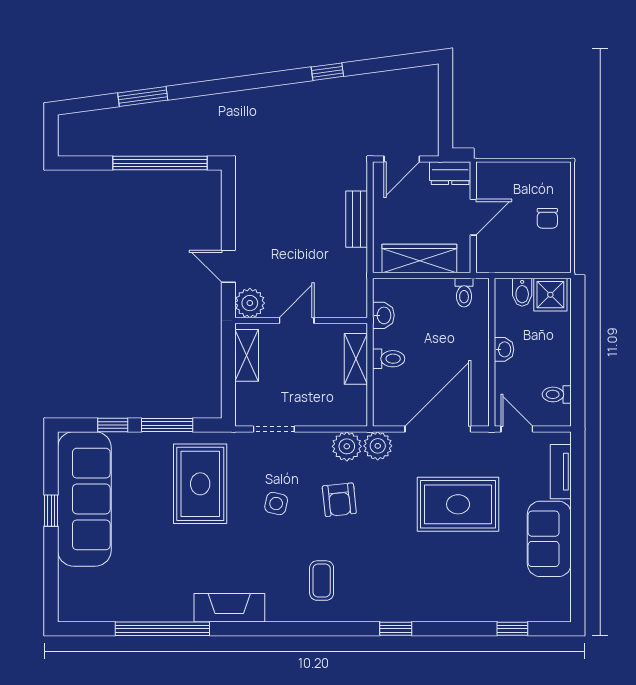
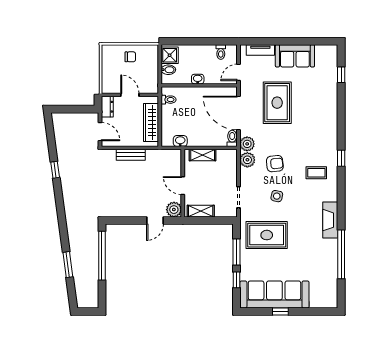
toilet: (389, 359) -> (232, 138), moved
window: (396, 629) -> (341, 158), moved

